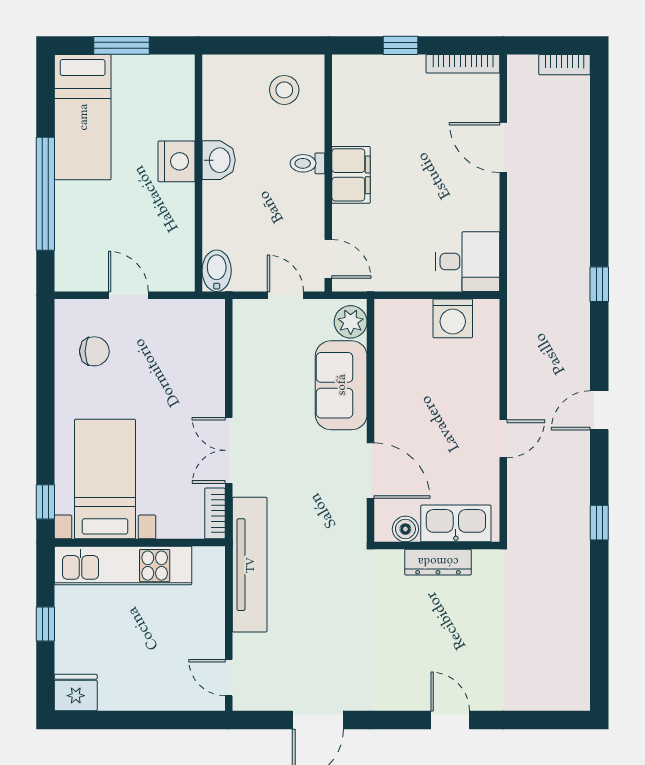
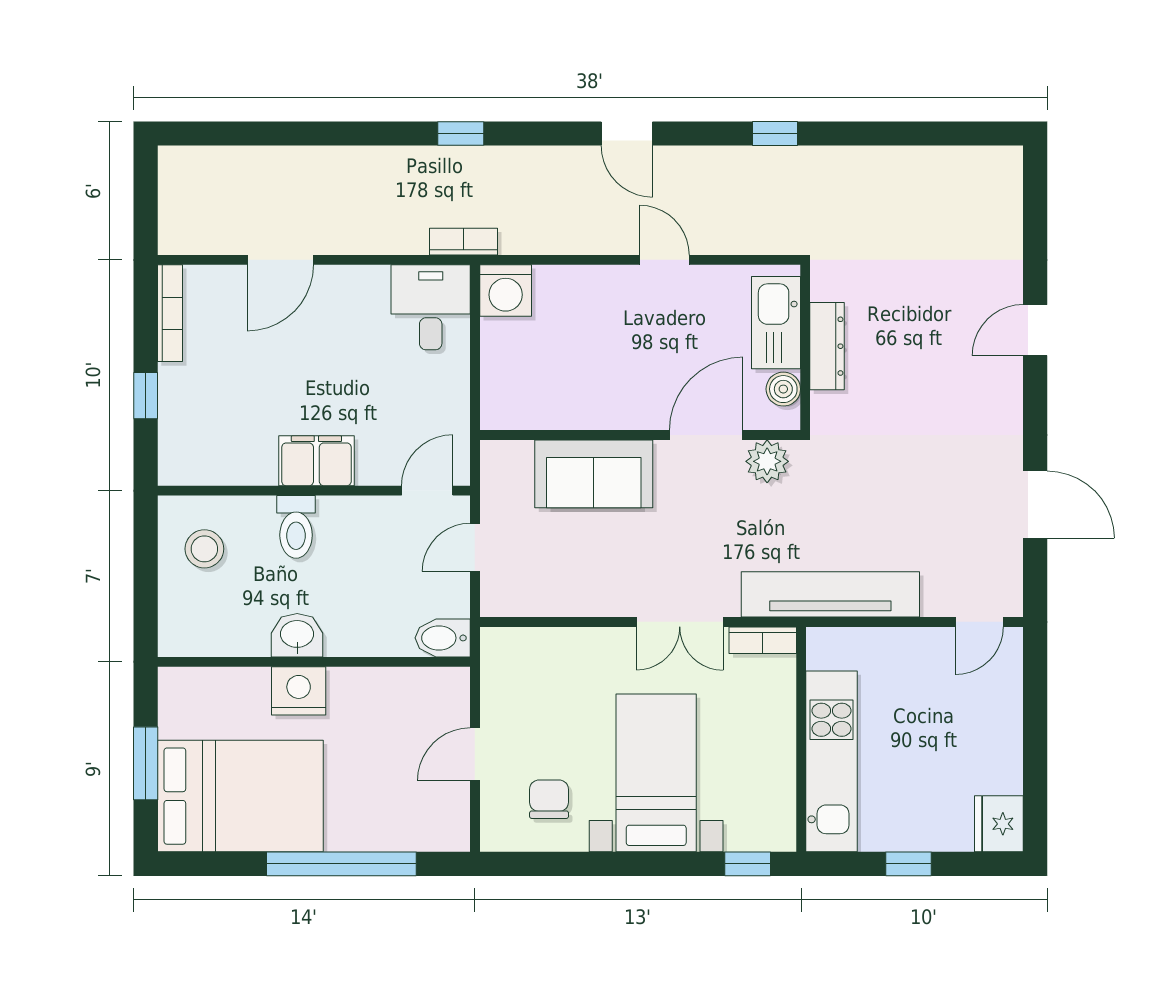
bookcase: (565, 65) -> (464, 242), moved, turned -90
bed: (83, 117) -> (240, 796), width x1.50
toilet: (308, 163) -> (296, 527), width x1.37, depth x1.39
washing machine: (453, 318) -> (506, 291), moved, turned 90
plant: (351, 322) -> (767, 461), moved
bed with nightstands: (105, 479) -> (656, 773), moved, turned 90

